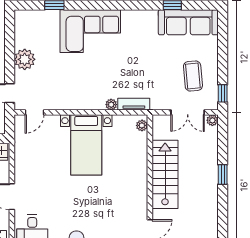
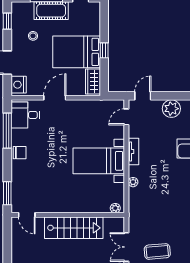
tv unit: (134, 104) -> (133, 151), moved
door: (34, 112) -> (126, 117), hinge flipped

